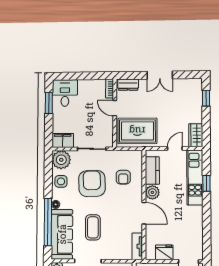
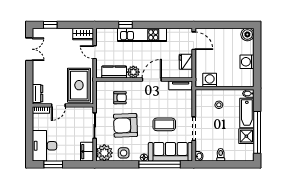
double door: (160, 75) -> (29, 49), moved
desk: (65, 93) -> (45, 146), width x1.37
kitchen unit: (195, 177) -> (142, 35), moved

